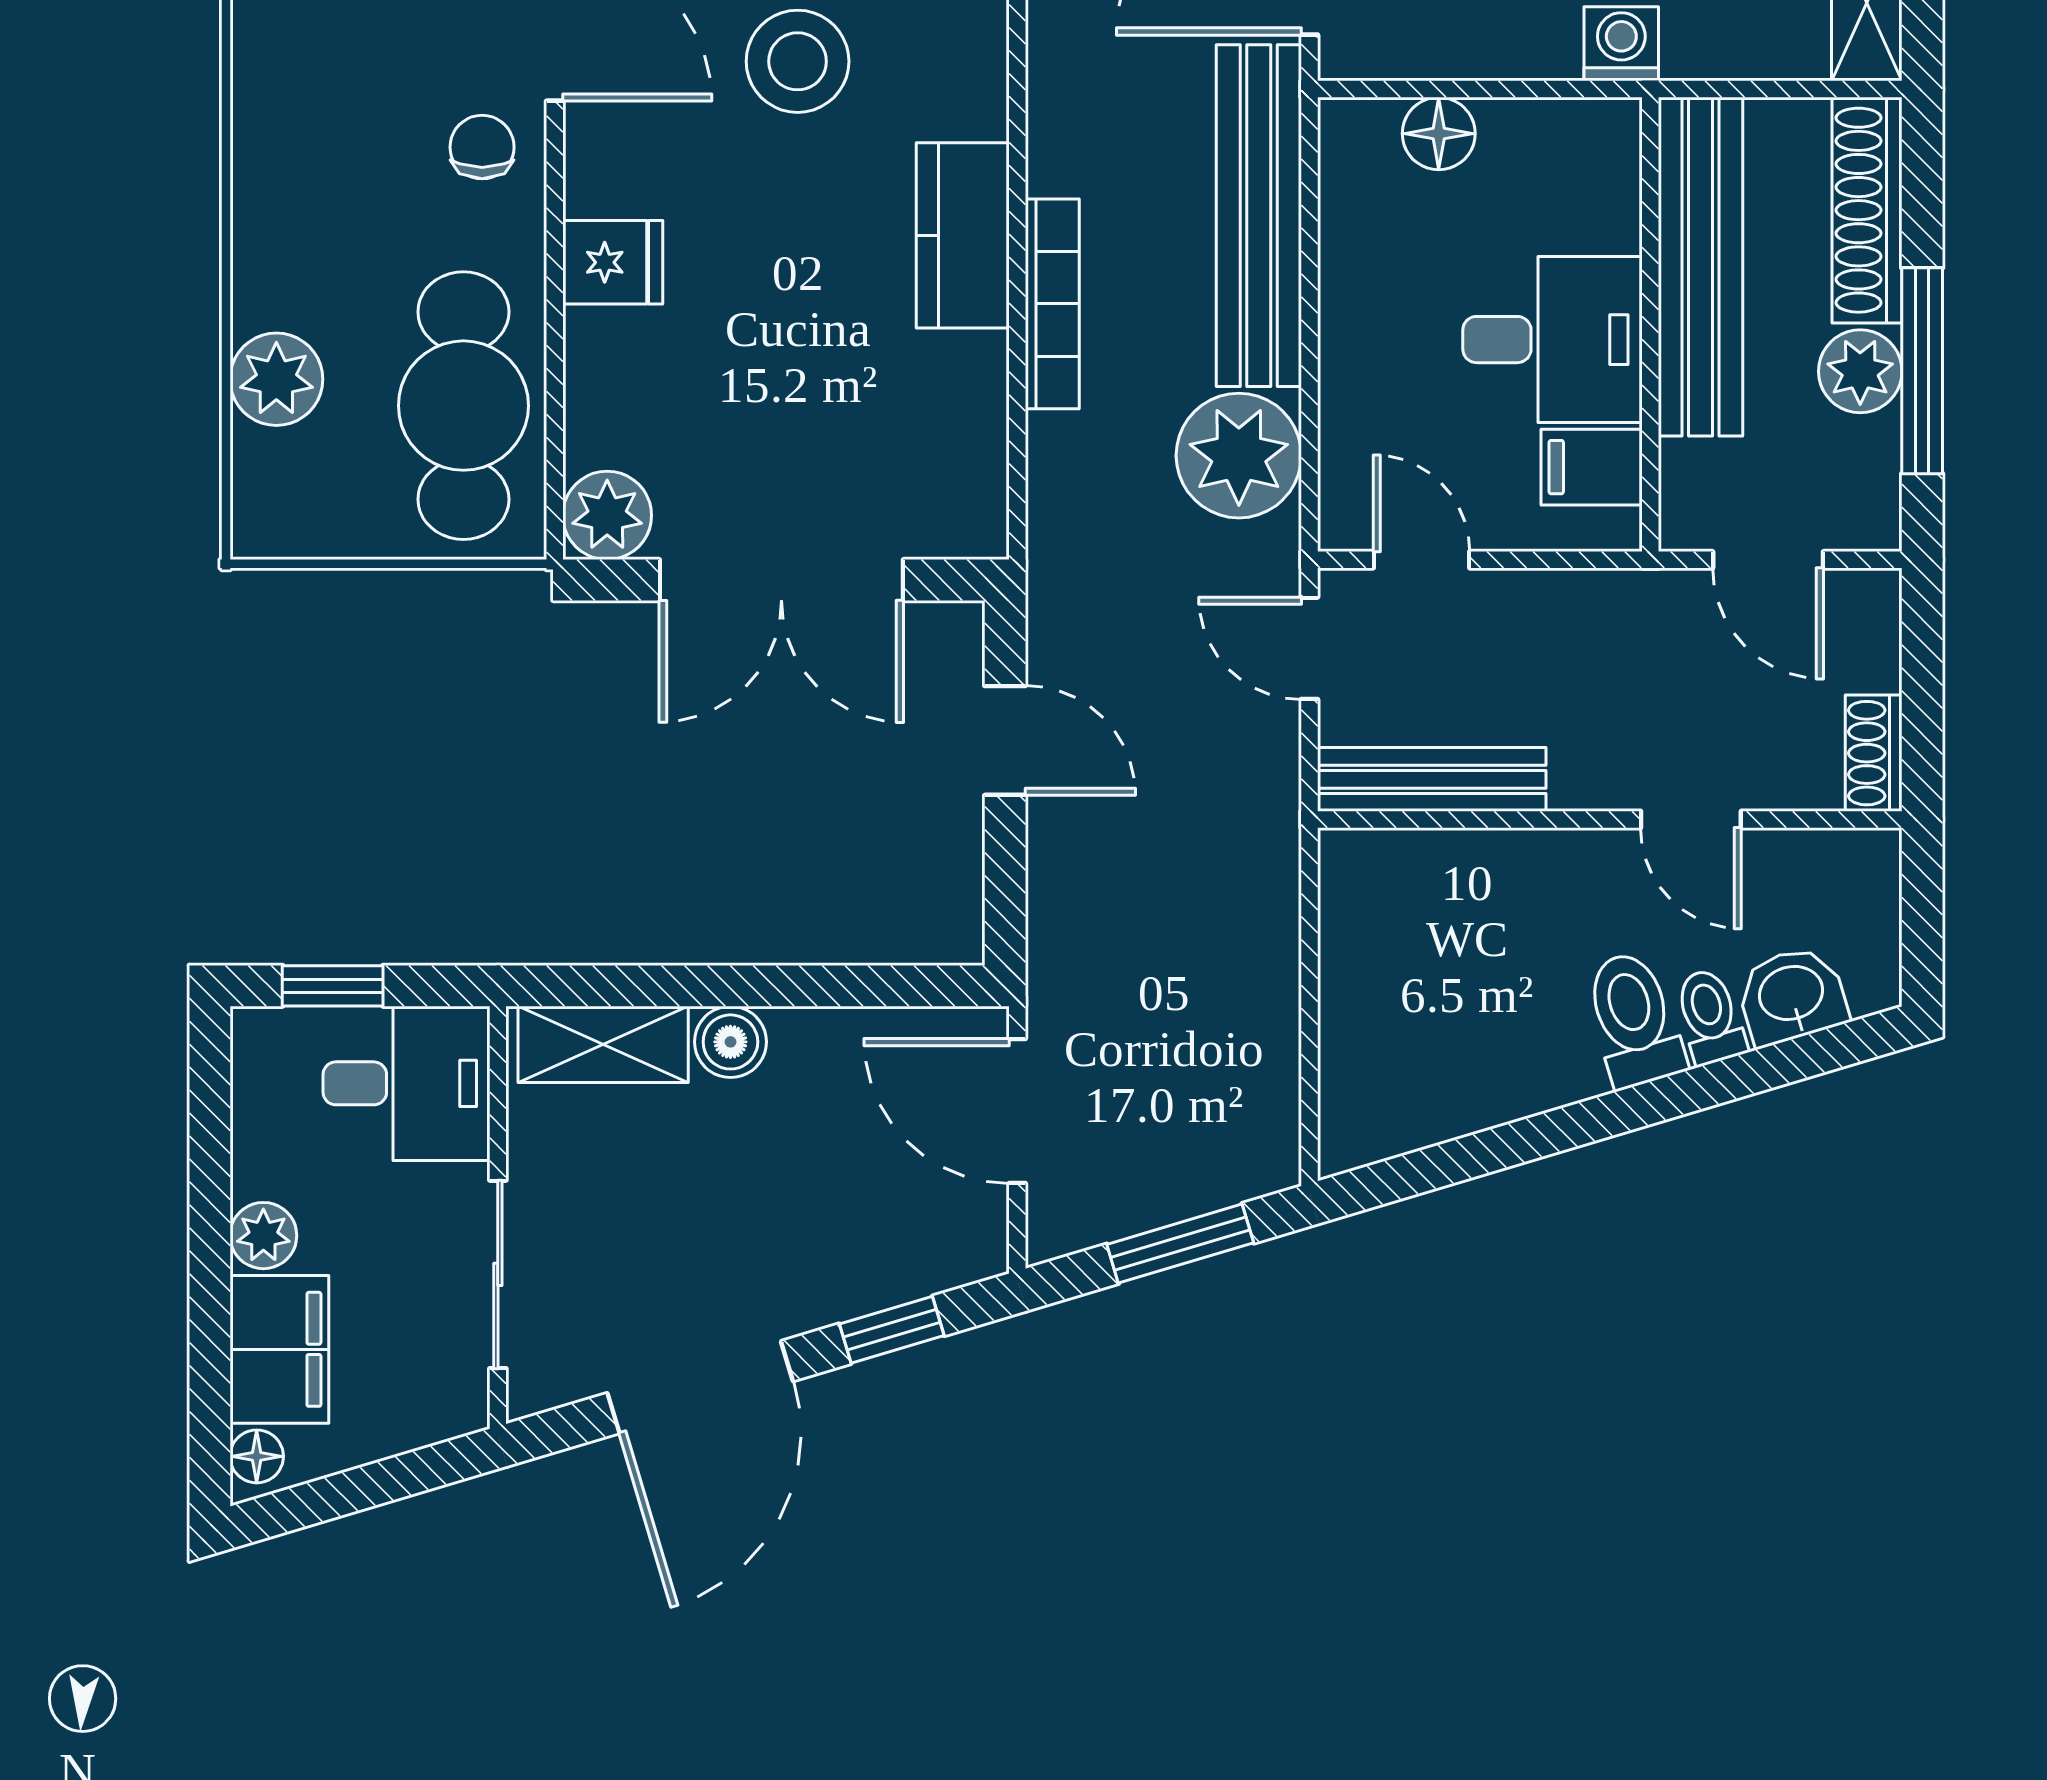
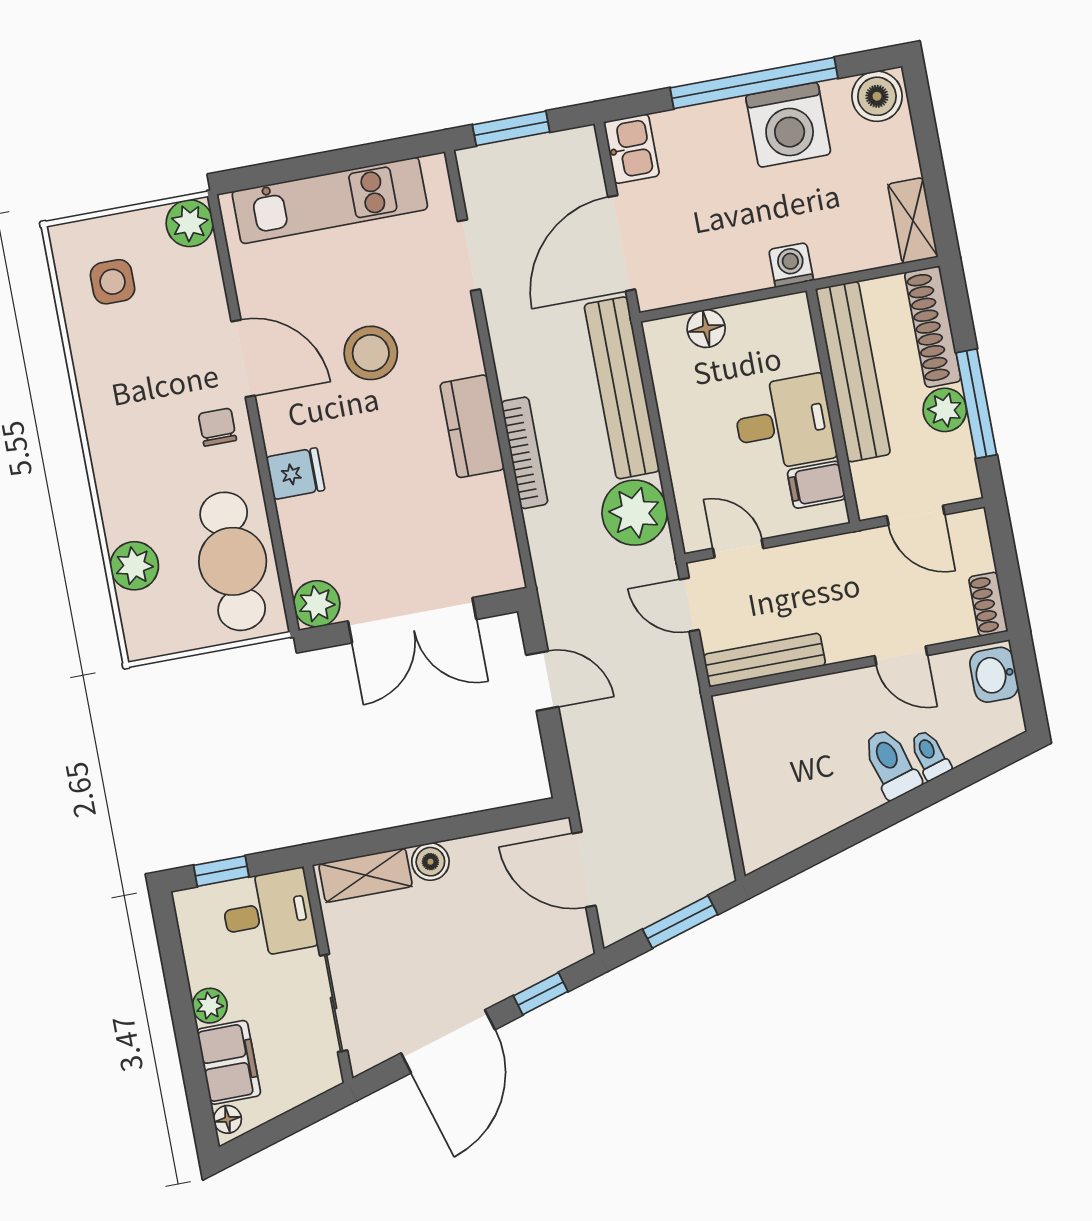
washbasin: (1792, 995) -> (994, 675), moved, turned -73

